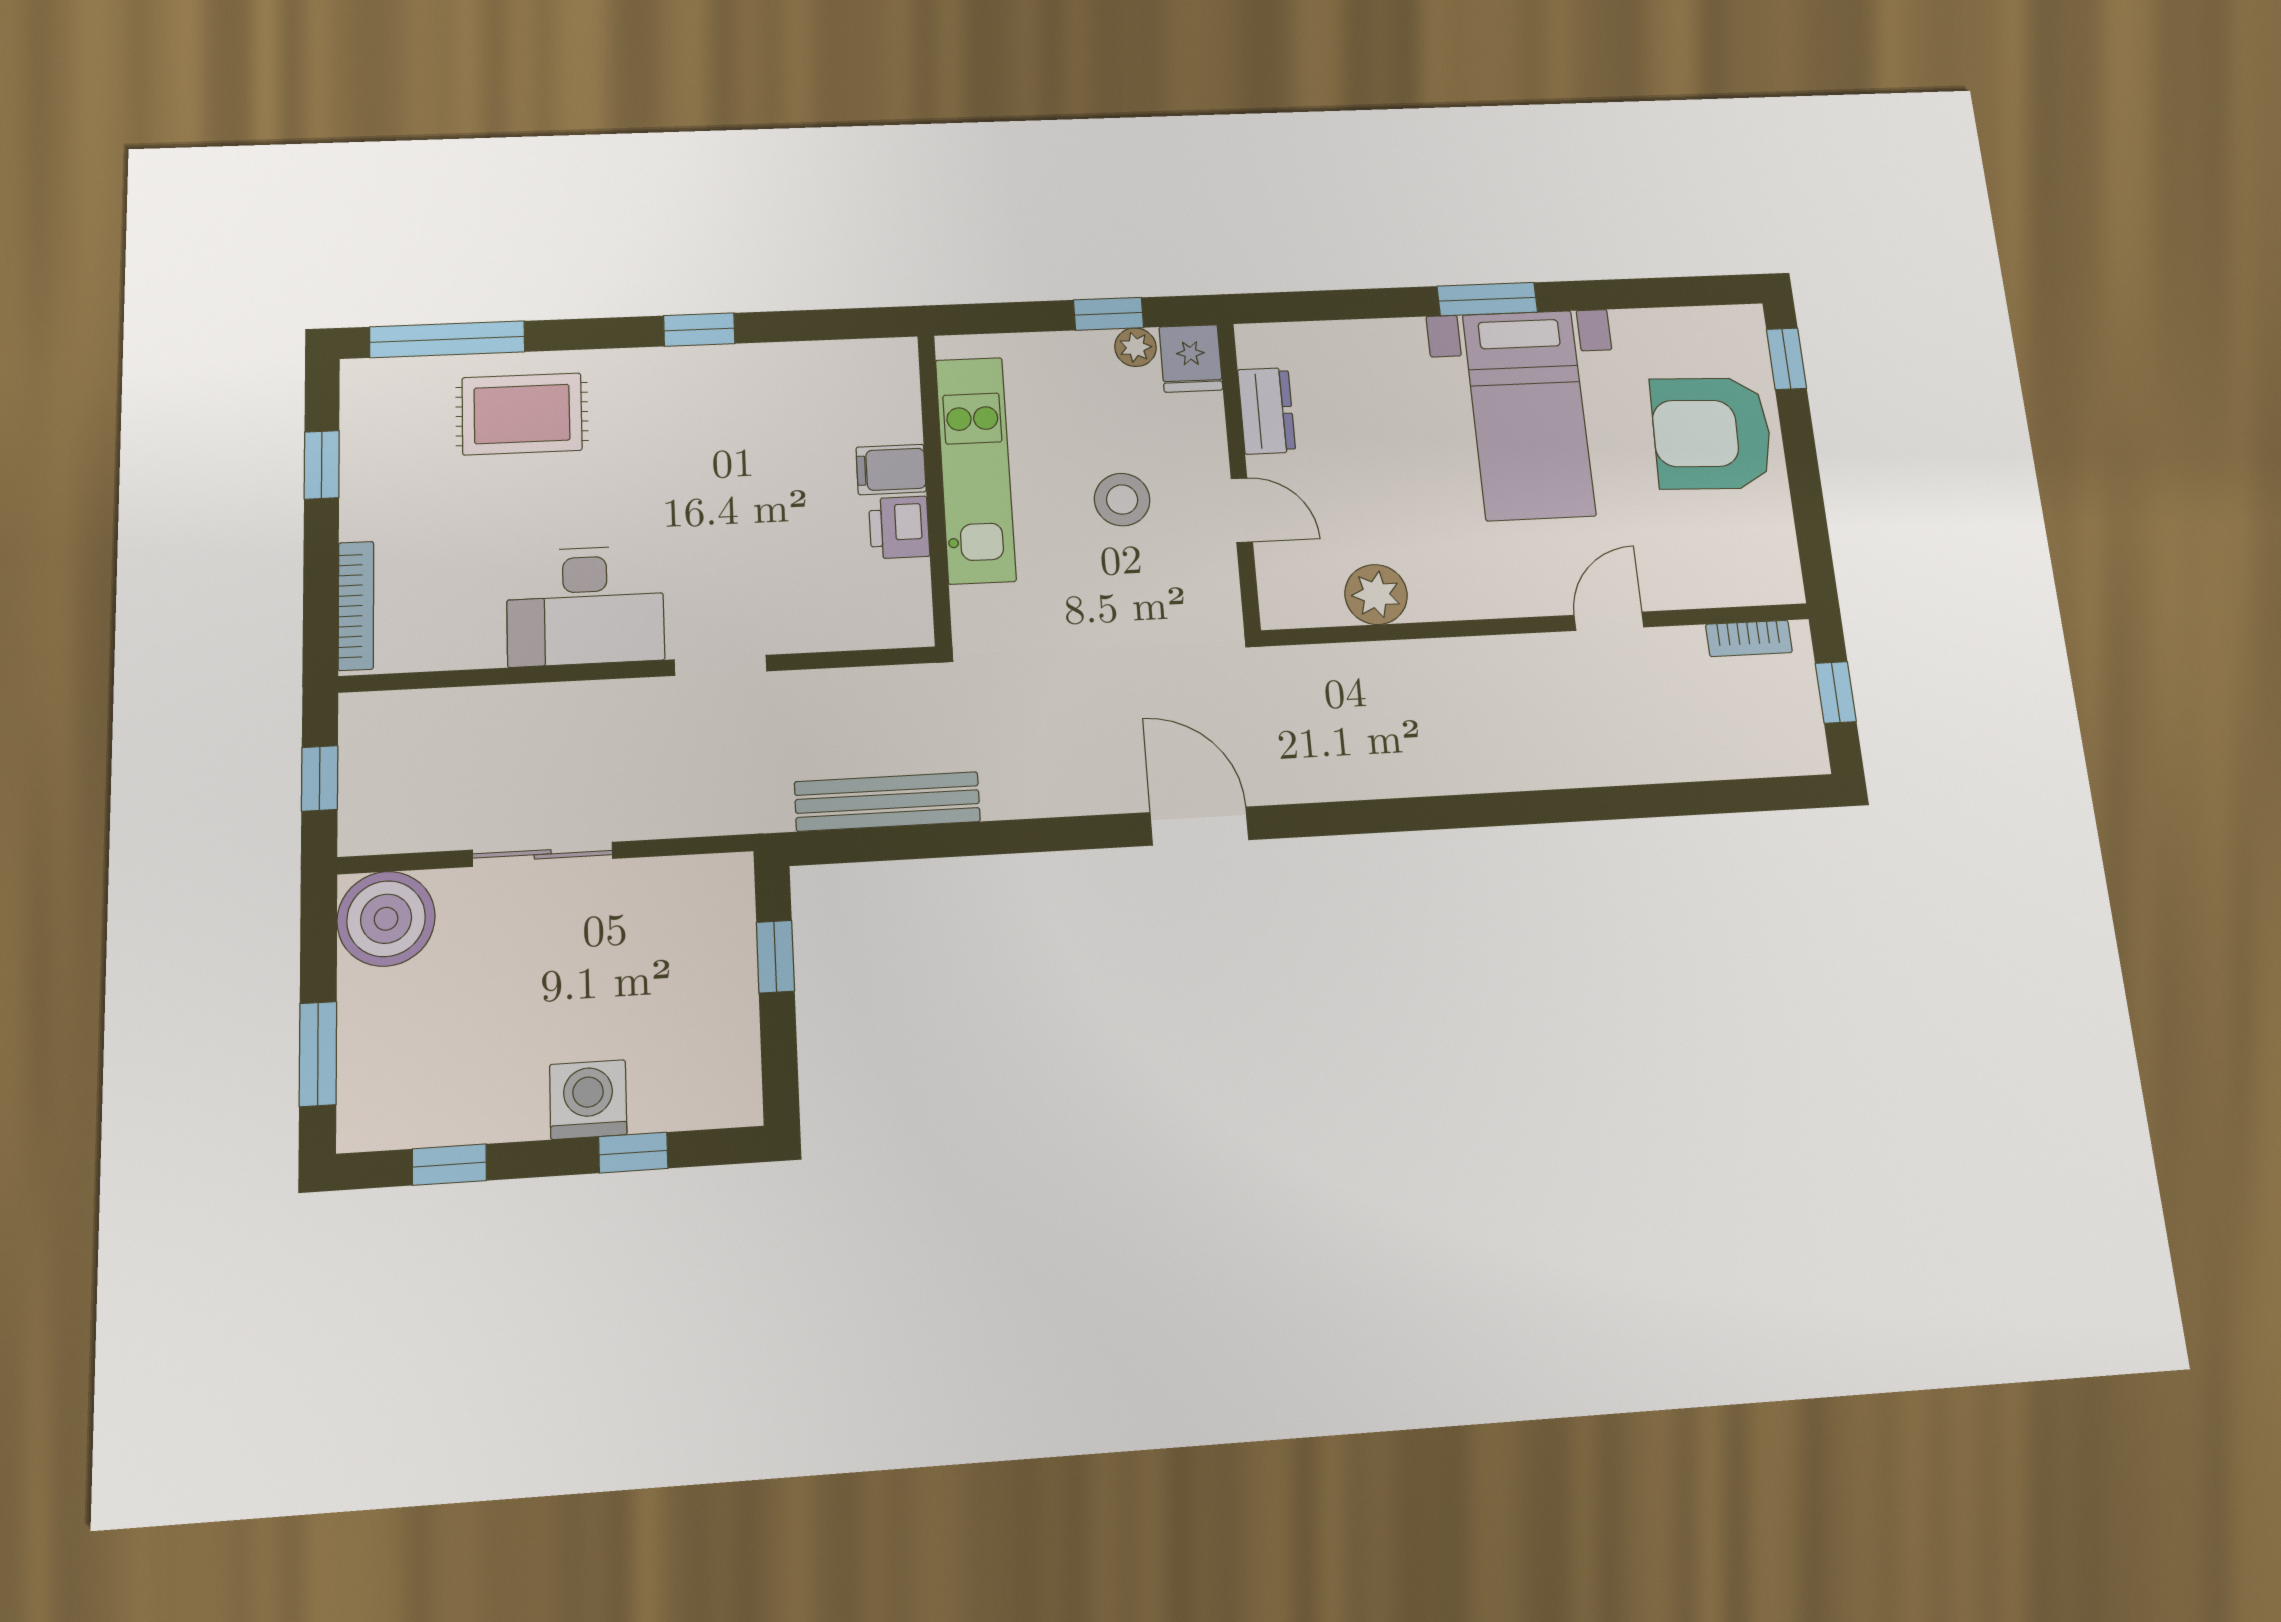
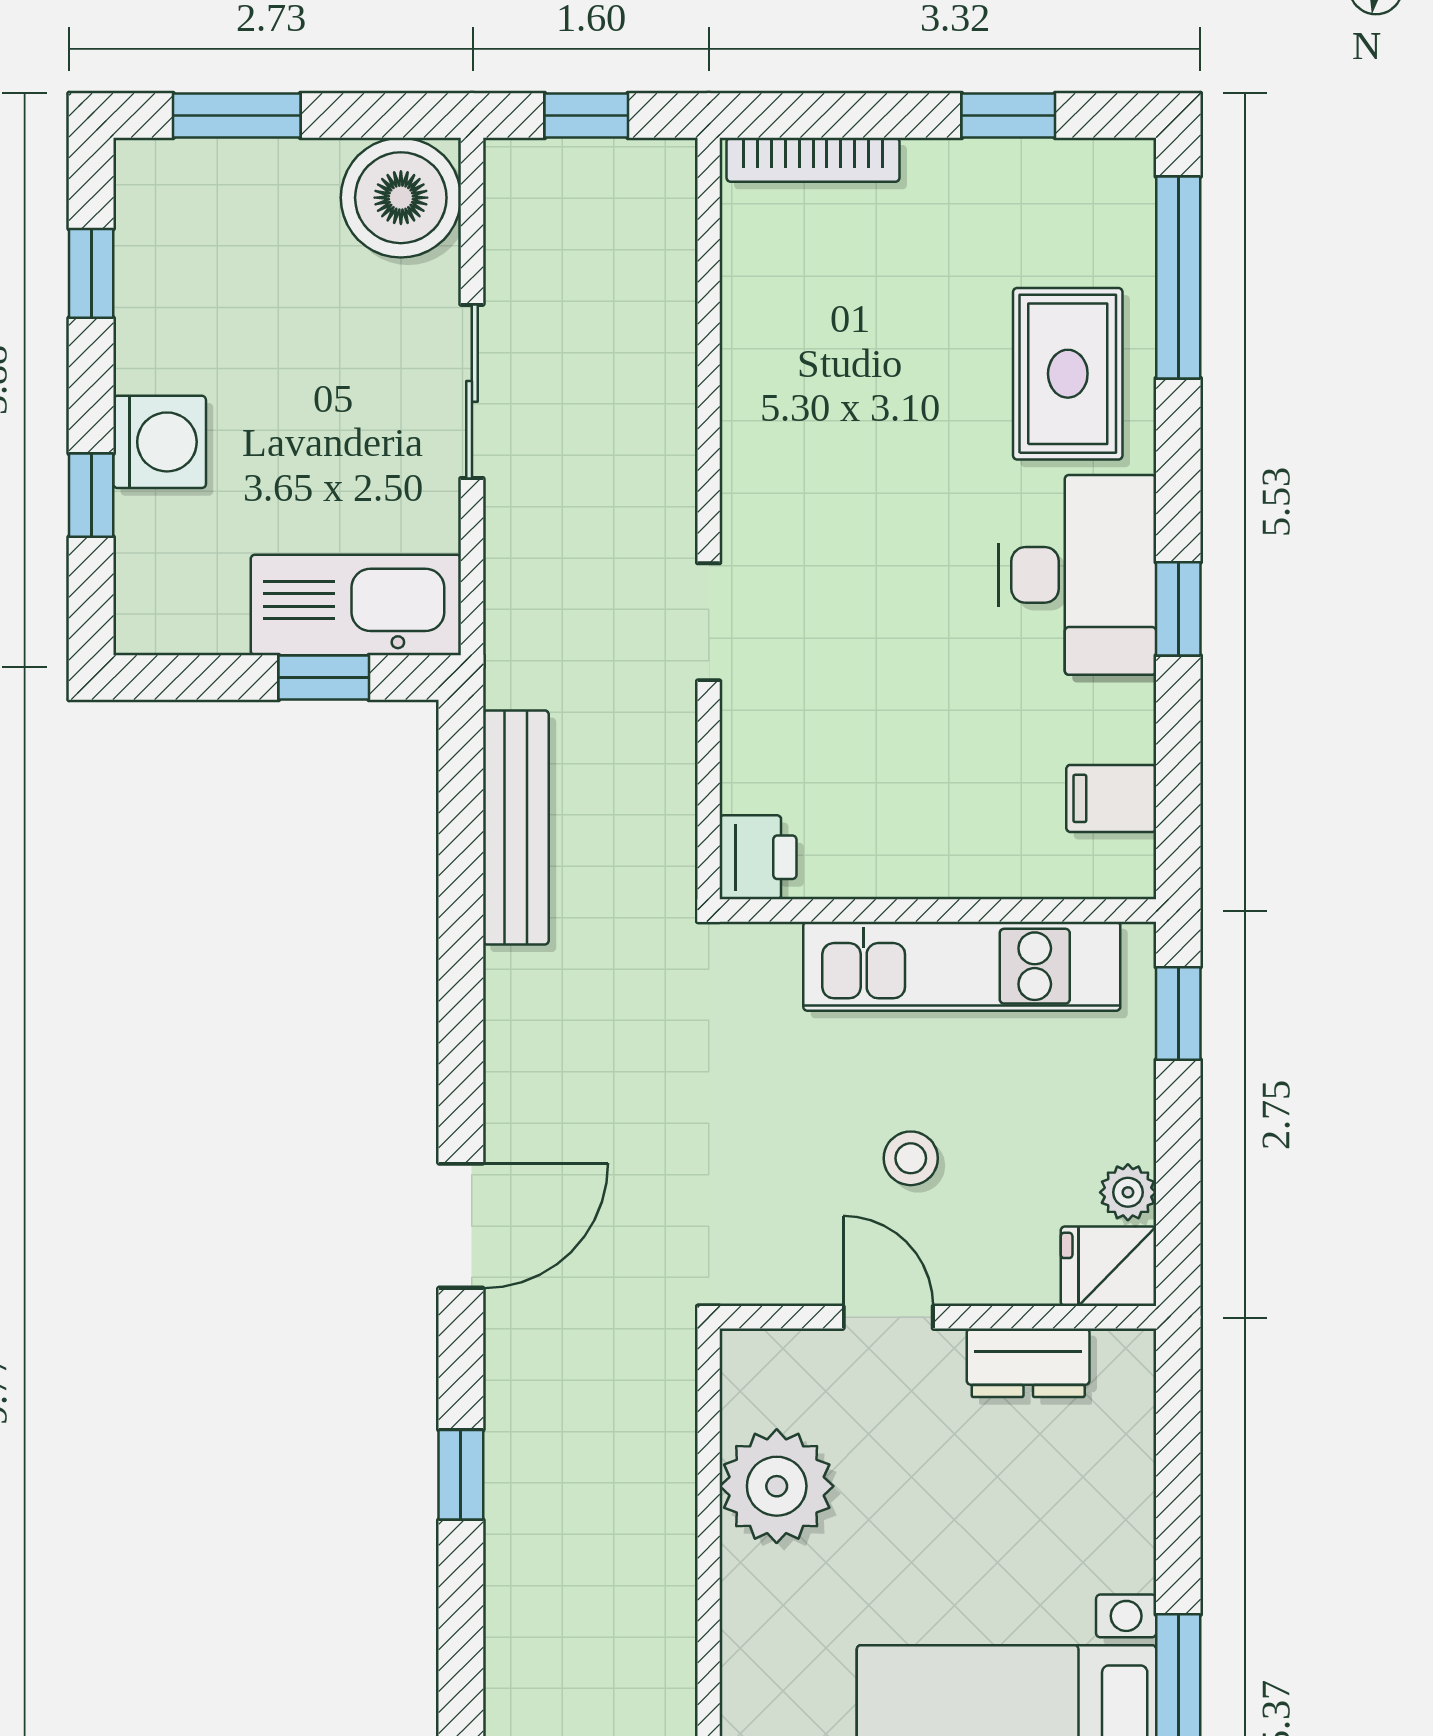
window: (1109, 314) -> (1178, 1013), moved
filing cabinet: (891, 469) -> (1111, 798), moved, turned -90
stool: (1122, 500) -> (911, 1158), width x0.73, depth x0.73
door: (1242, 510) -> (888, 1317), swing flipped
printer: (899, 527) -> (758, 857), moved, turned 90
plant: (1376, 594) -> (777, 1486), width x1.36, depth x1.36
desk: (585, 606) -> (1077, 575), moved, turned 180
window: (1390, 815) -> (461, 1475), added
kitchen sink: (716, 935) -> (356, 605), added

